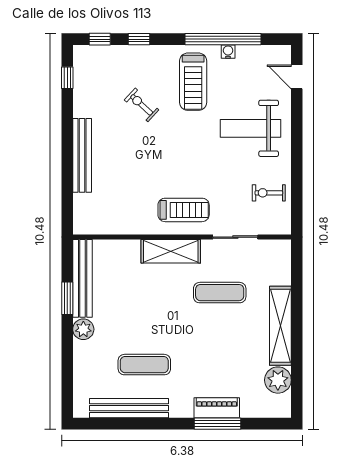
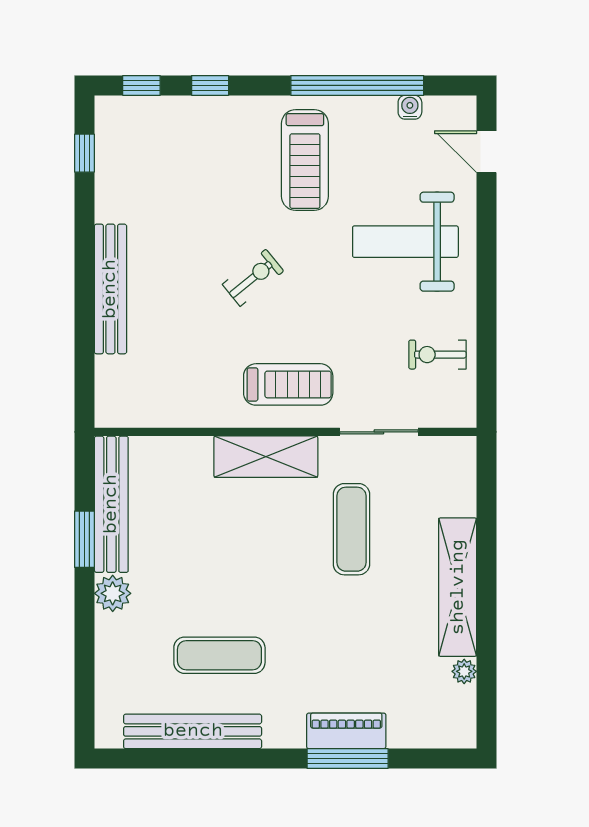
water cooler: (228, 52) -> (410, 107), moved
exercise bike: (142, 105) -> (253, 278), moved, turned 98
exercise mat: (220, 293) -> (351, 529), turned 90
plant: (278, 380) -> (464, 671), width x0.53, depth x0.53

